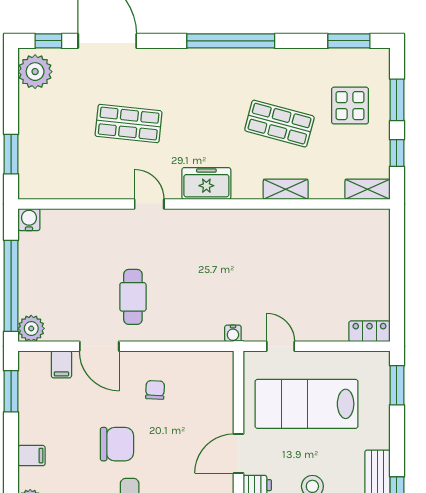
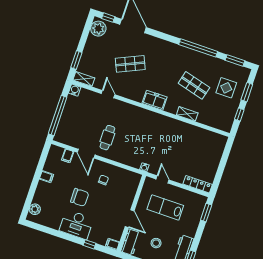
window: (231, 41) -> (198, 48), moved
shop shelf: (129, 124) -> (130, 64), turned -30
shelving: (367, 189) -> (84, 79), moved
door: (149, 204) -> (108, 94), moved
plant: (31, 328) -> (60, 136), removed
locker: (369, 331) -> (198, 184), width x1.53
window: (11, 391) -> (43, 160), removed
lab bench: (307, 404) -> (165, 207), width x0.73, depth x0.72
door: (238, 454) -> (130, 219), swing flipped
filing cabinet: (32, 456) -> (46, 177), moved

